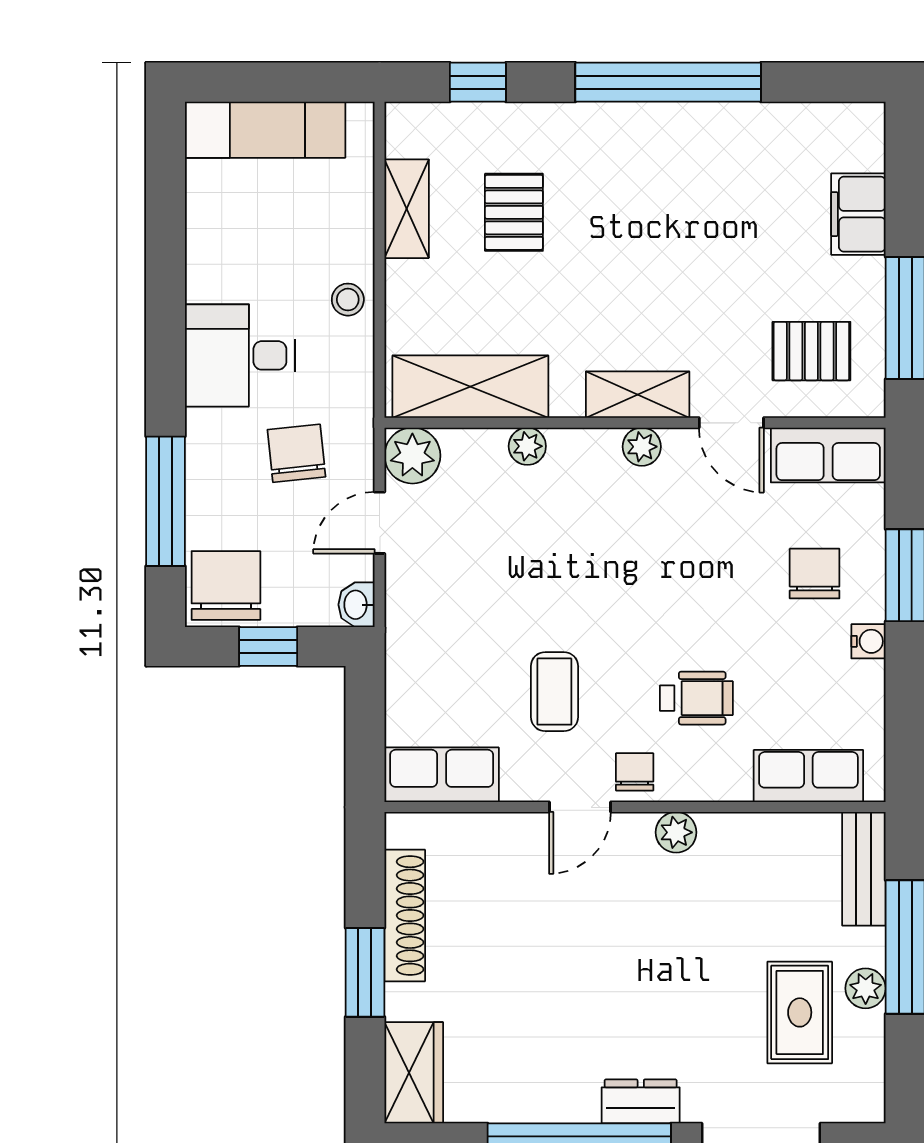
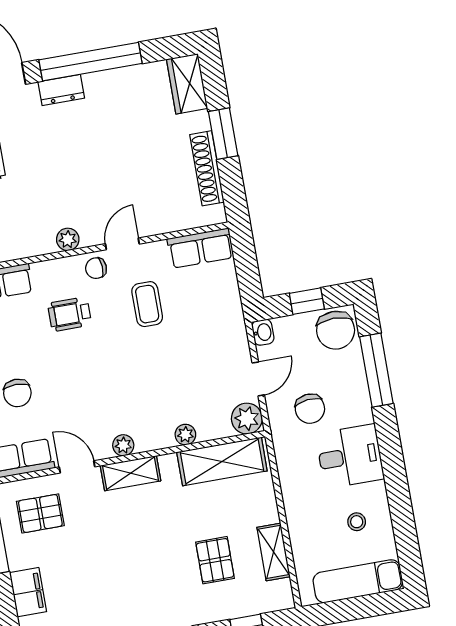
stool: (348, 300) -> (357, 522), moved
chair: (635, 772) -> (96, 268), turned 87

